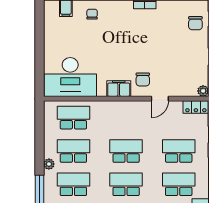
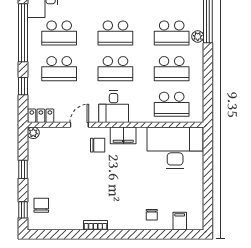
chair: (143, 79) -> (98, 145), turned 90
desk: (128, 115) -> (114, 107), added
plant: (49, 164) -> (198, 37), moved

